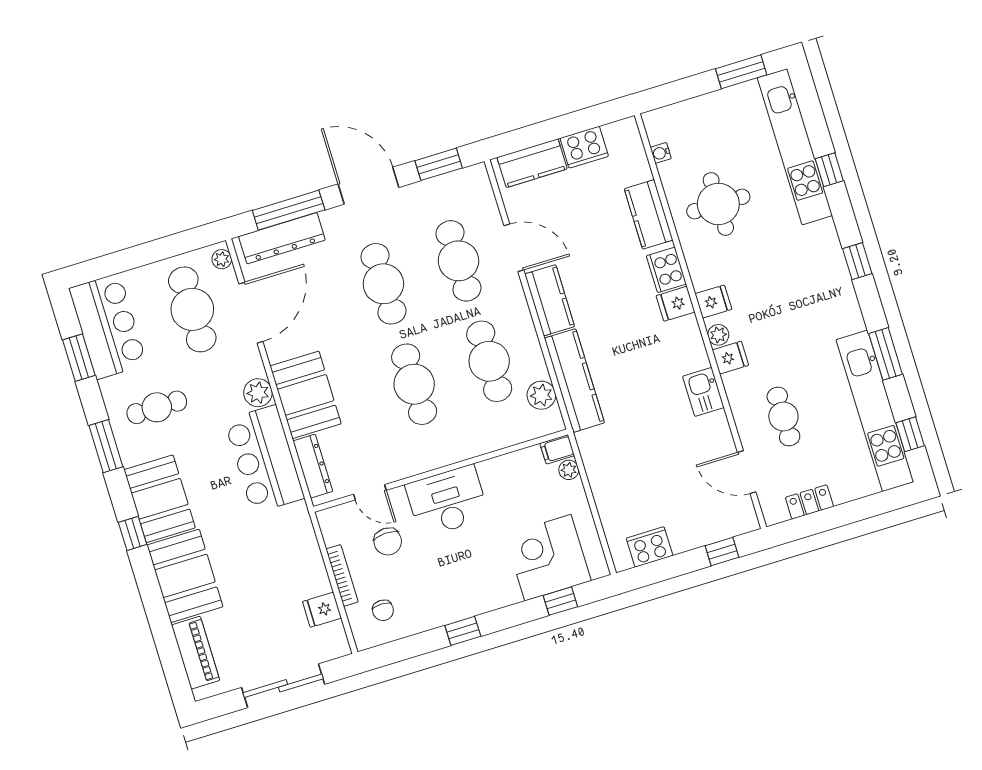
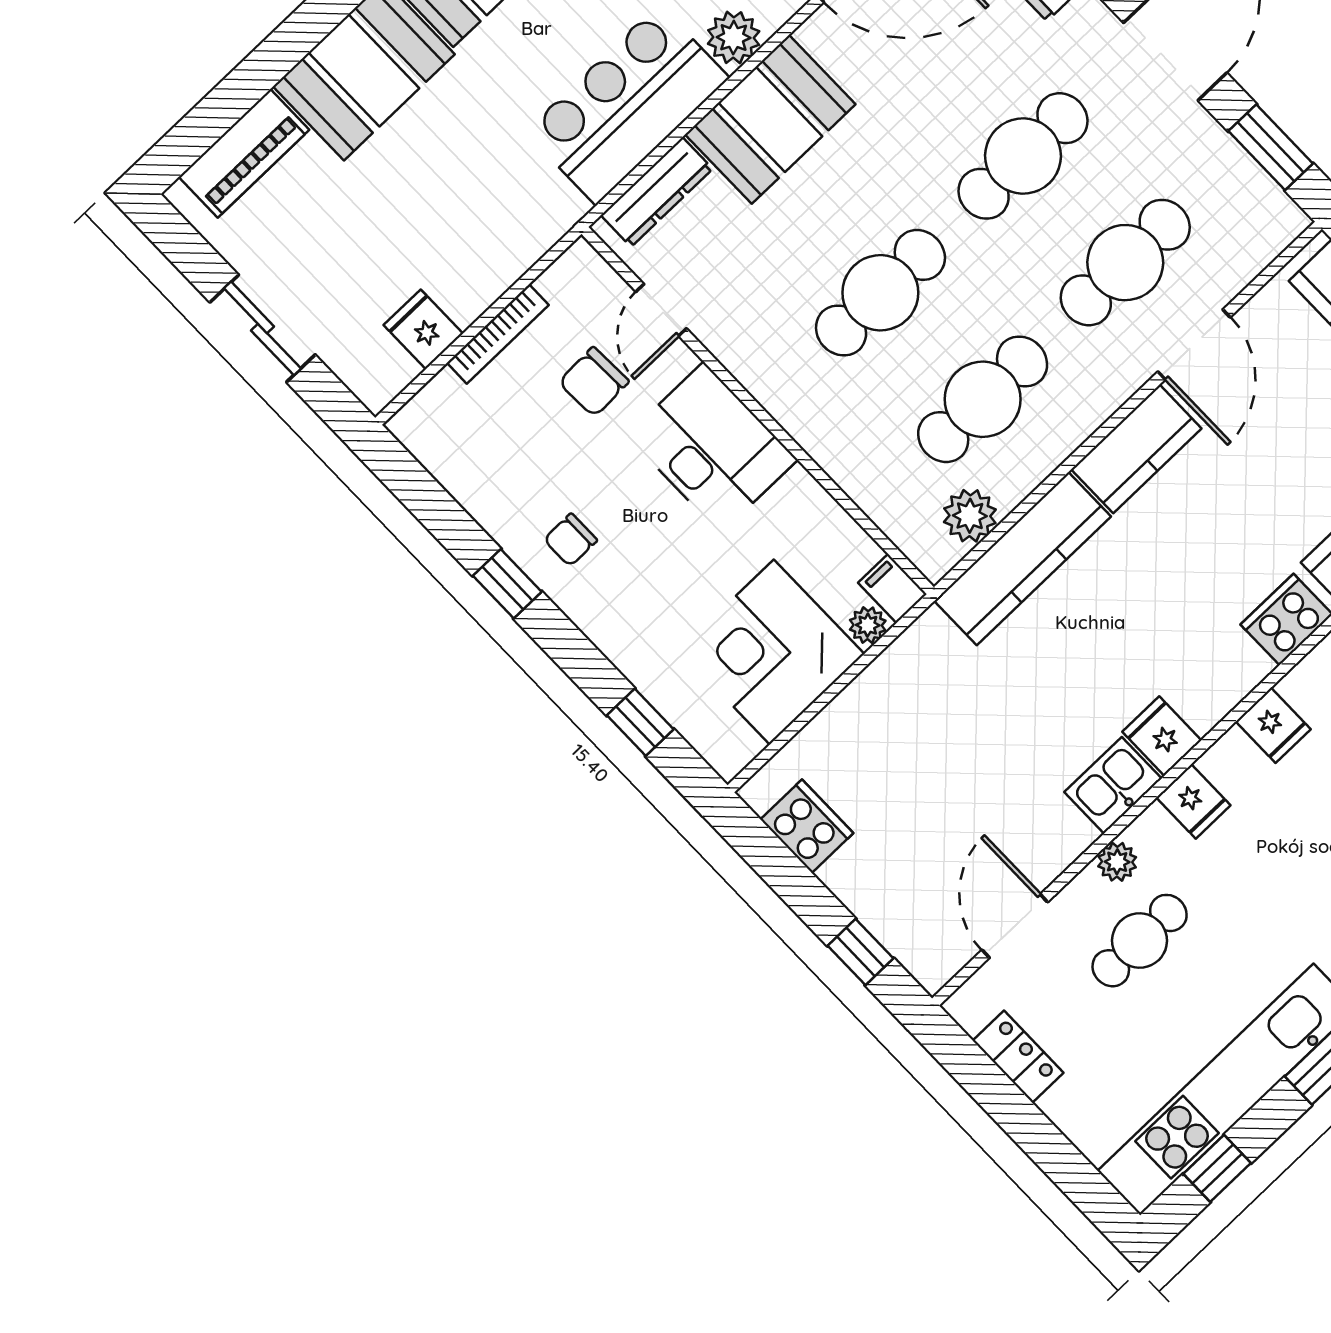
fridge: (676, 304) -> (1162, 736), moved
plant: (718, 335) -> (1117, 862), moved
corner desk: (548, 558) -> (772, 652), moved, turned -90
chair: (383, 610) -> (571, 540), moved
sliding door: (283, 686) -> (263, 328), width x0.73

